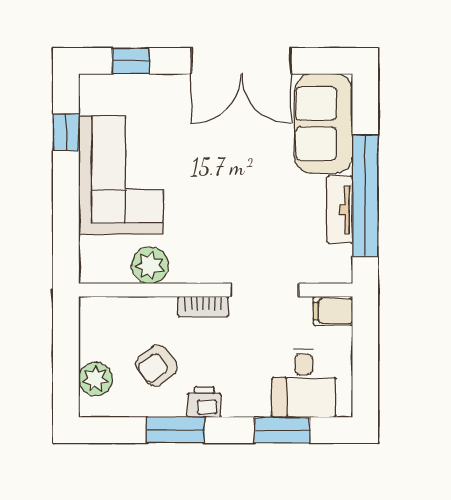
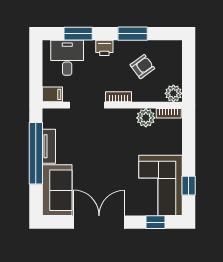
corner sofa: (121, 175) -> (160, 185), moved
bookcase: (105, 274) -> (169, 113), added
plant: (95, 379) -> (173, 93), moved
printer: (204, 402) -> (104, 48), moved

